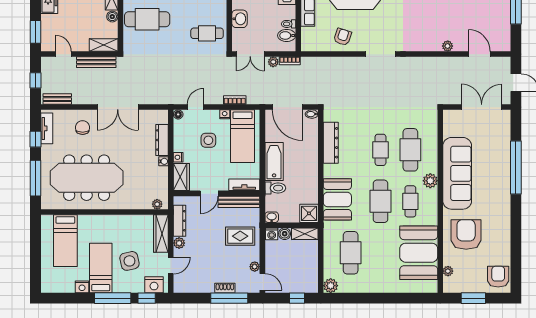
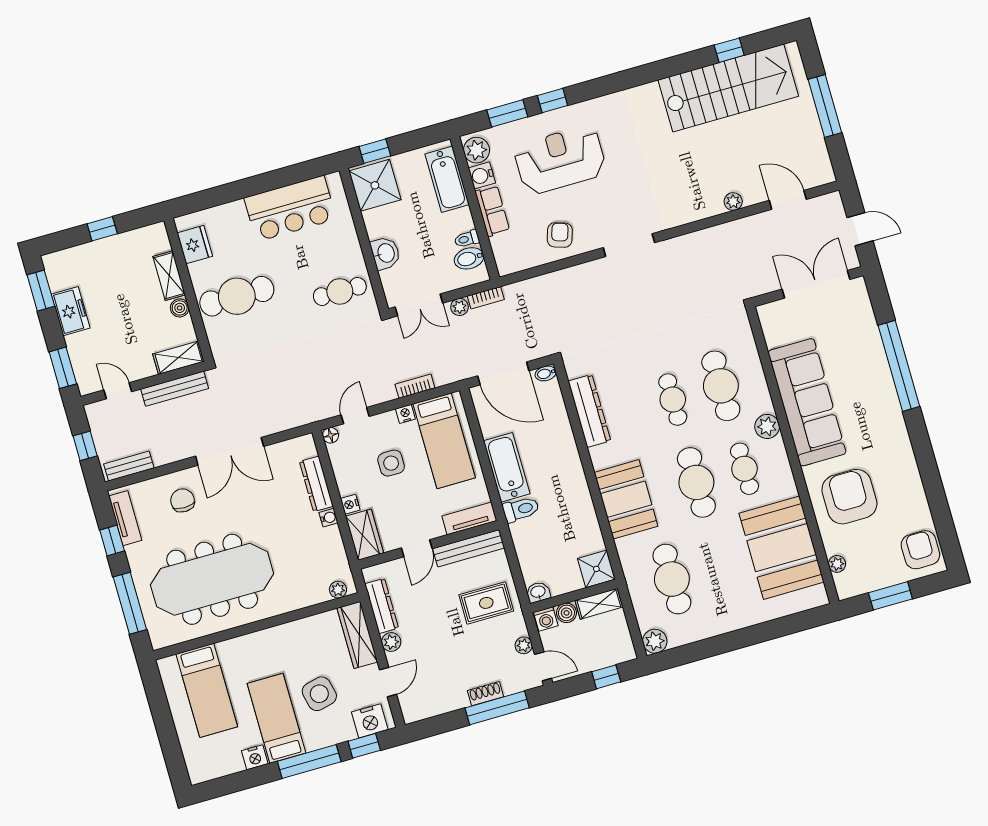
shower: (309, 213) -> (596, 569), moved
washbasin: (272, 217) -> (538, 592), moved
wall: (292, 225) -> (574, 596), moved
washing machine: (272, 234) -> (546, 619), moved
boiler: (285, 234) -> (566, 613), moved
shelving: (305, 234) -> (599, 604), moved

